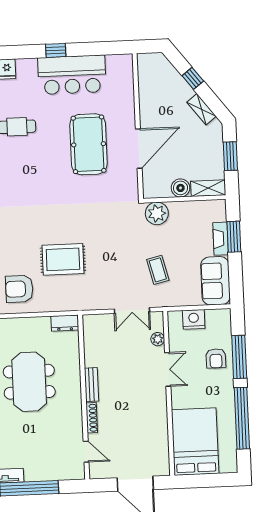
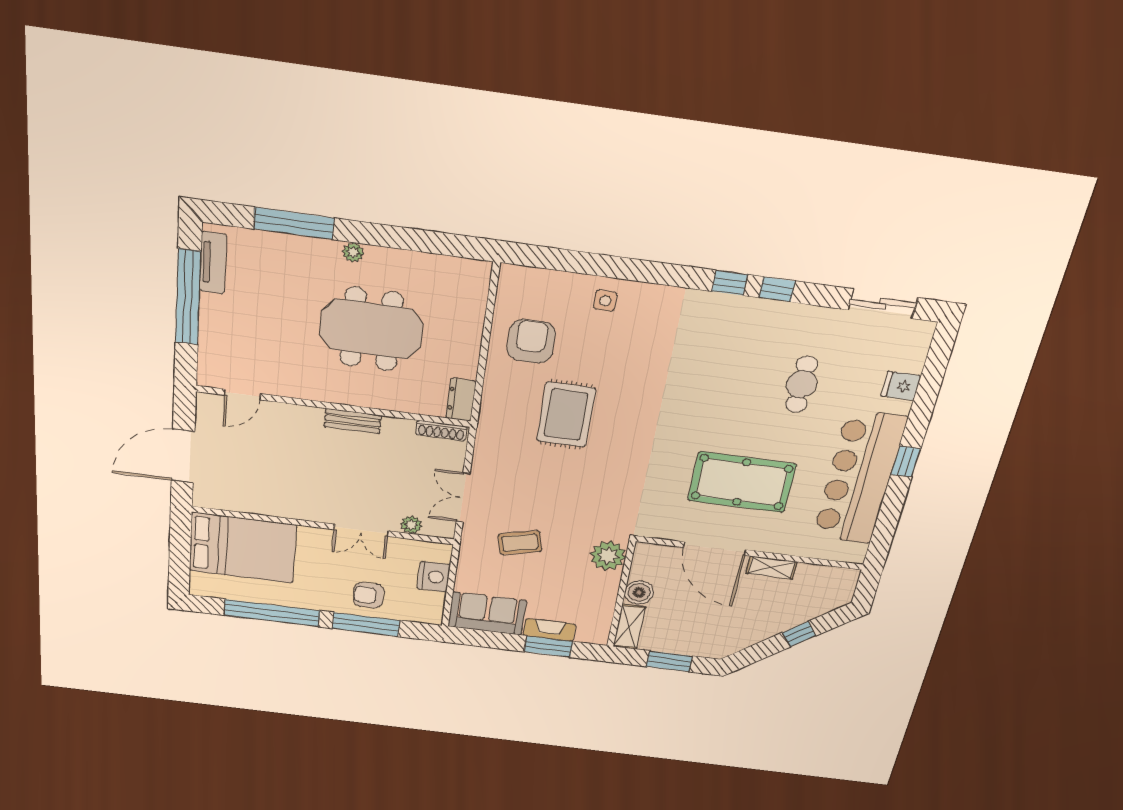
bar counter: (72, 75) -> (859, 478), width x1.36
shelving: (202, 109) -> (772, 567), moved, turned 38
shoe rack: (92, 418) -> (441, 431), moved

